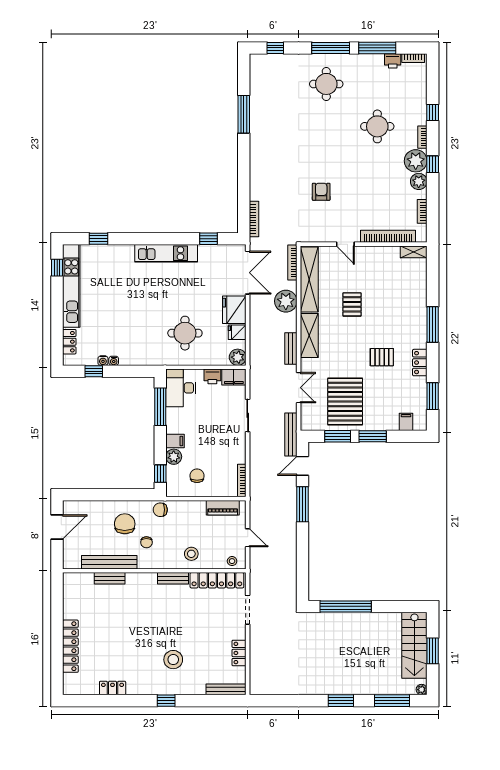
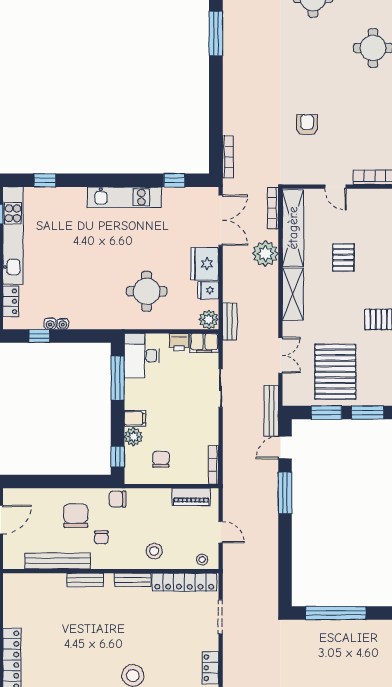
bench: (291, 348) -> (230, 322), moved
bench: (110, 578) -> (85, 580), moved

